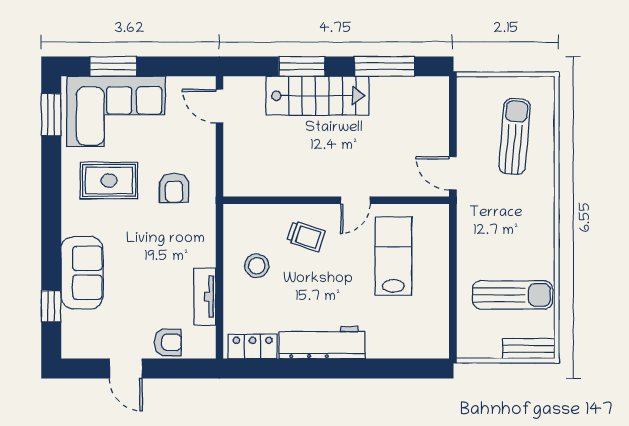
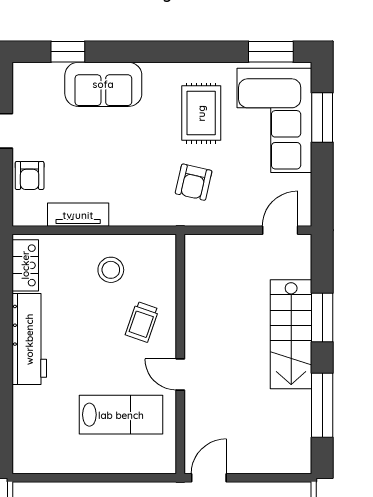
armchair: (174, 188) -> (194, 182), turned -77

